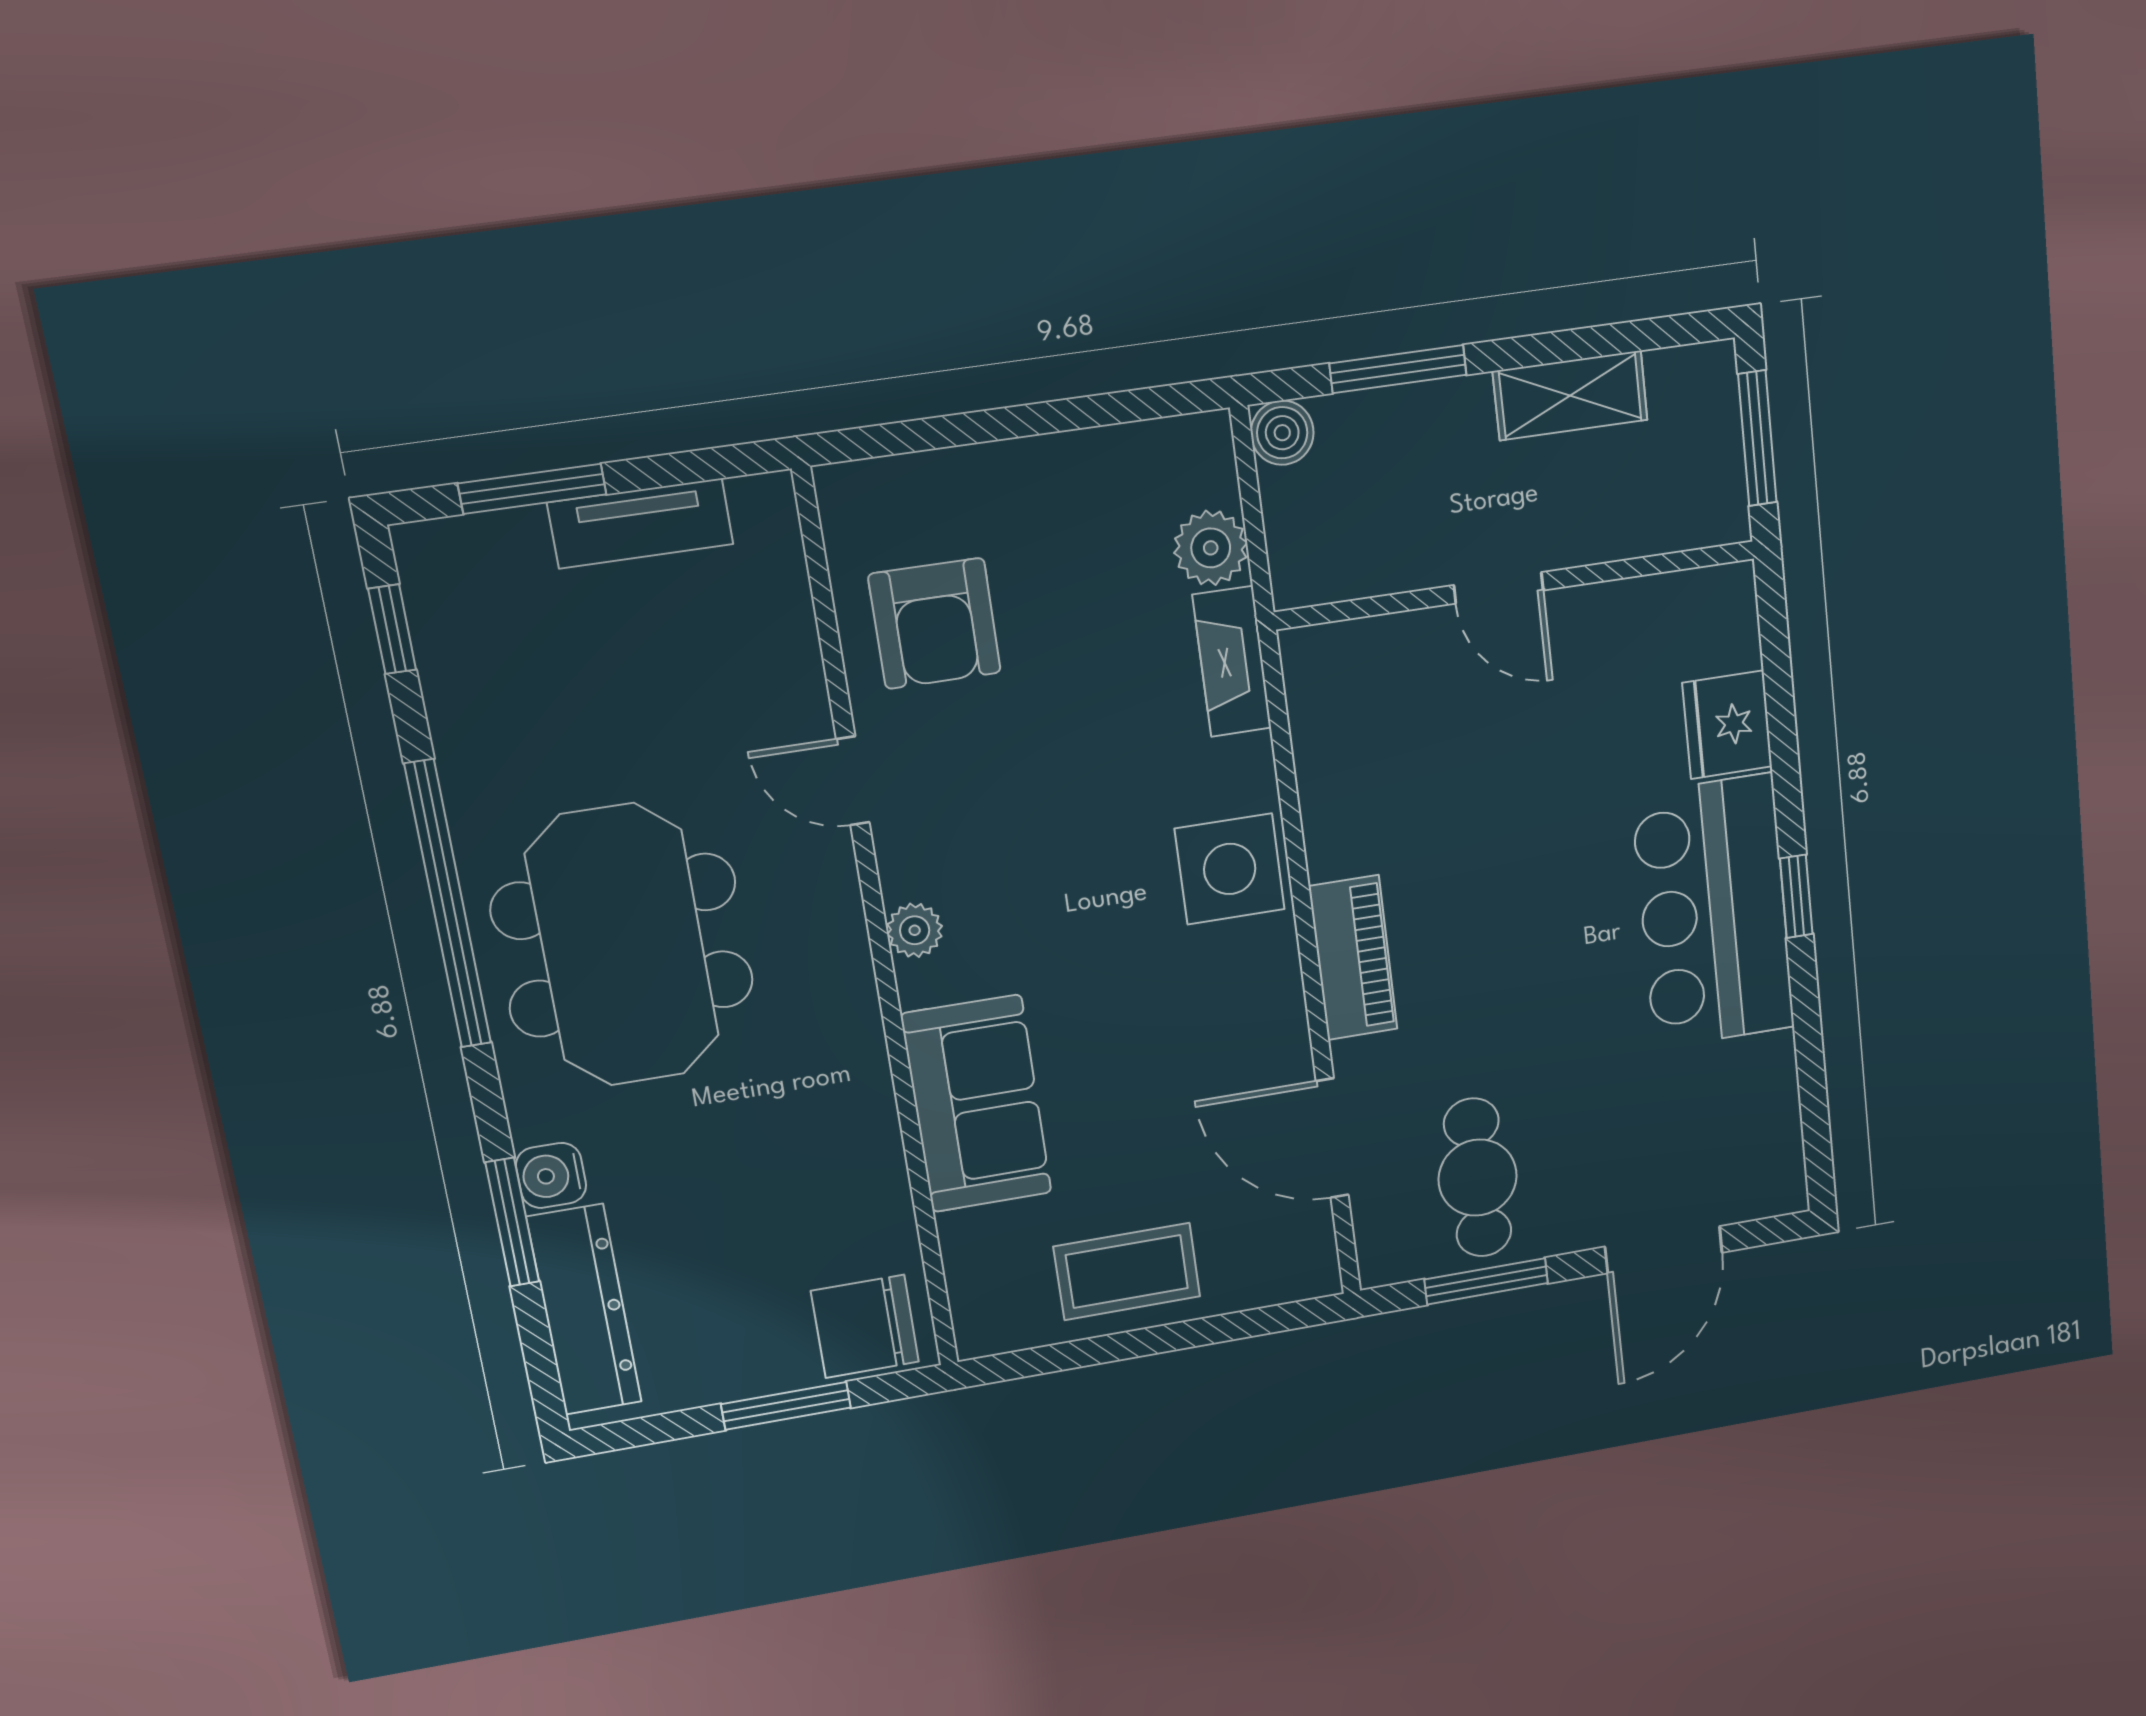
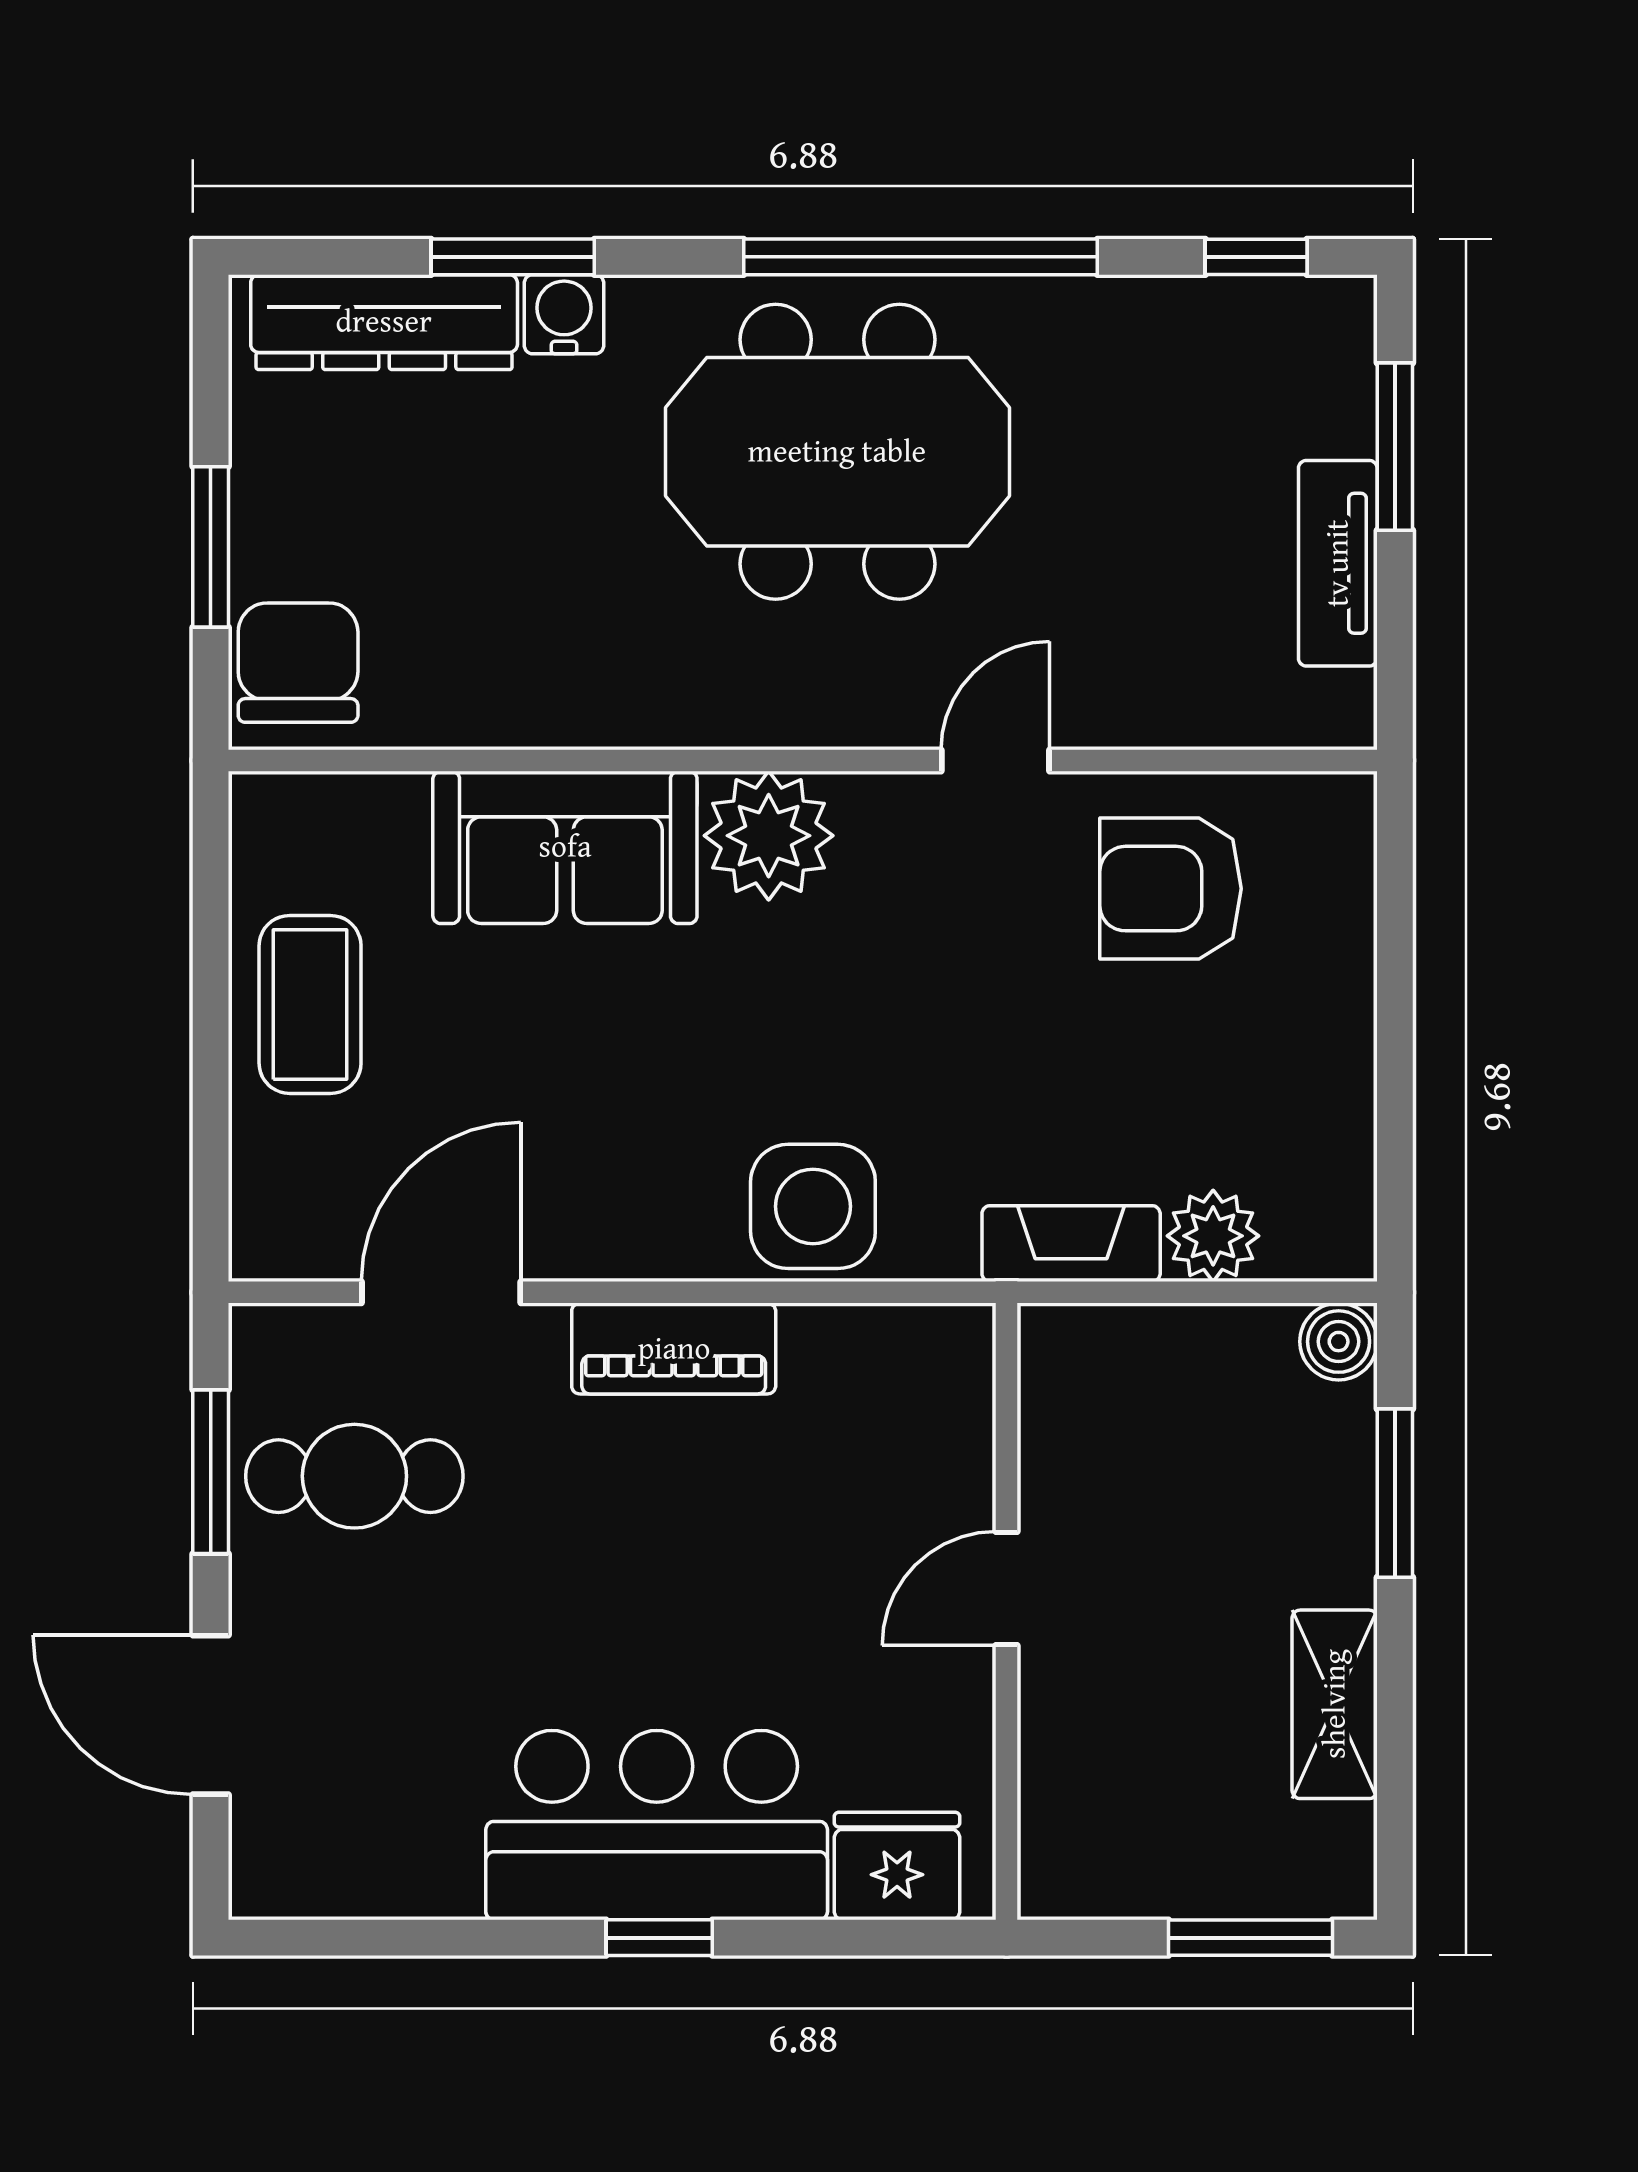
wall: (1516, 585) -> (1007, 1611), moved
door: (1499, 588) -> (1007, 1588), moved
plant: (915, 930) -> (769, 836), width x1.88, depth x1.88

